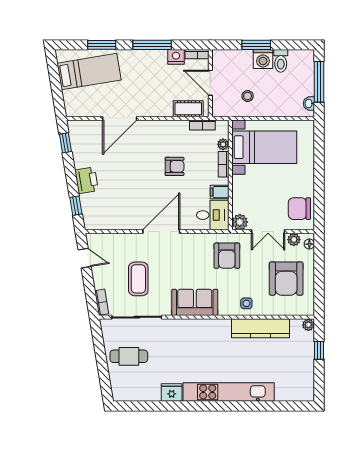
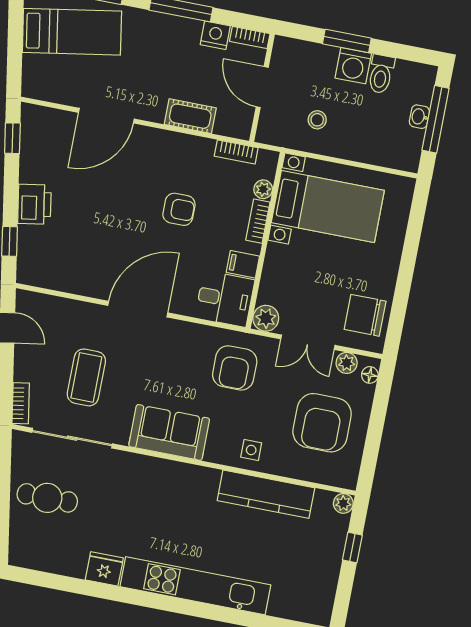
washbasin: (309, 104) -> (419, 117), moved
cot: (188, 109) -> (190, 116), moved

